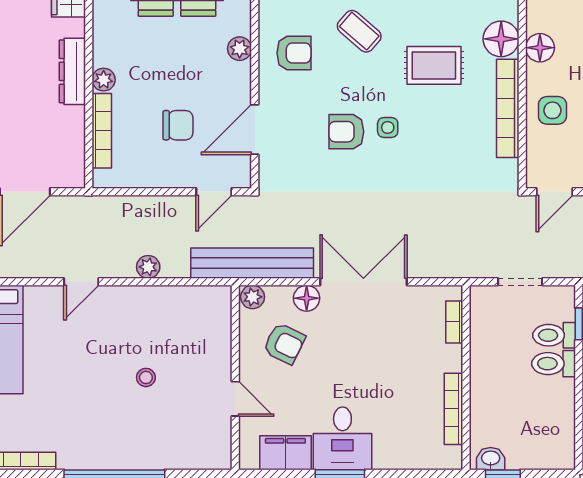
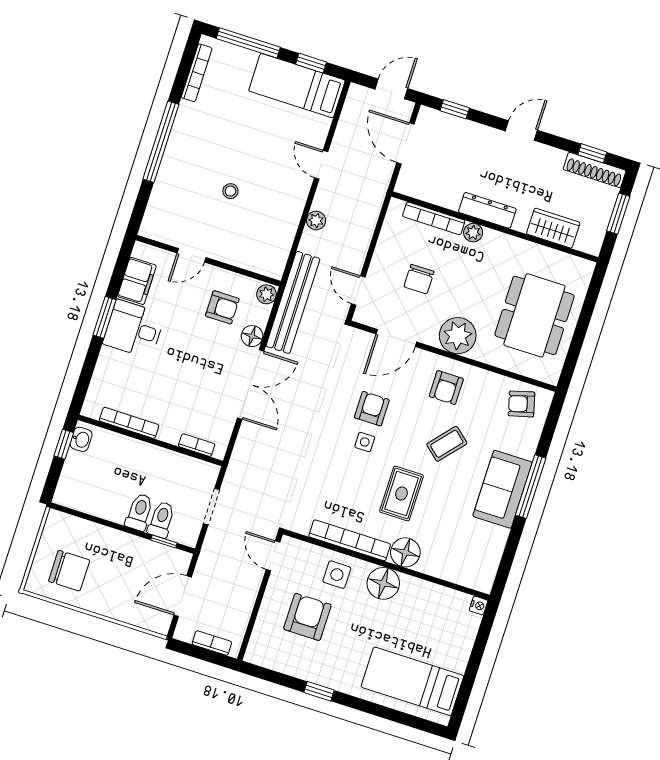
floor lamp: (540, 48) -> (383, 583), width x1.38, depth x1.38
plant: (240, 49) -> (458, 336), width x1.88, depth x1.88
door: (255, 129) -> (396, 338), swing flipped
armchair: (284, 343) -> (222, 307), turned -116

